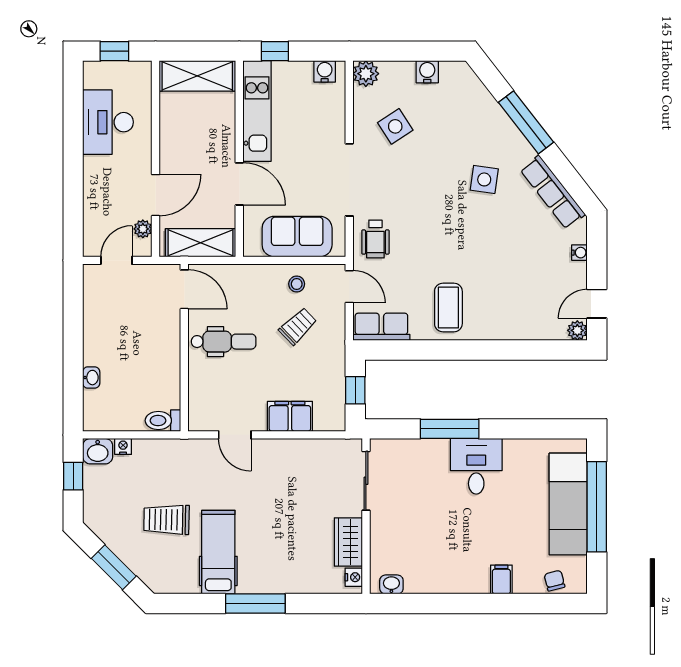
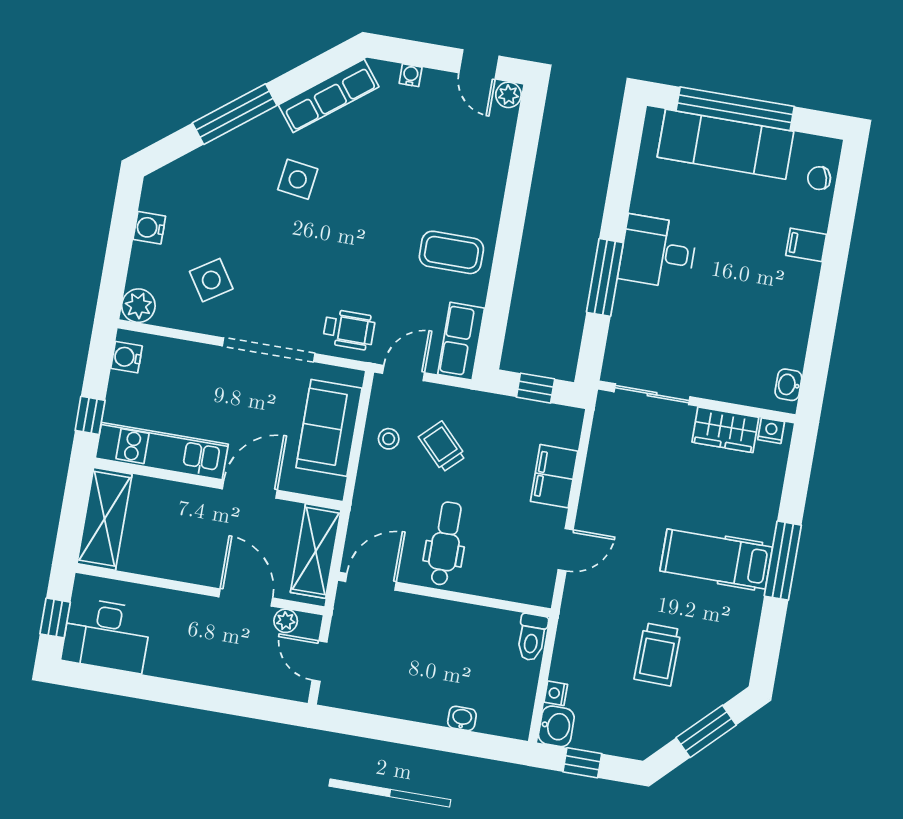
desk: (108, 122) -> (107, 635), moved
hospital bed: (218, 552) -> (716, 559), moved

